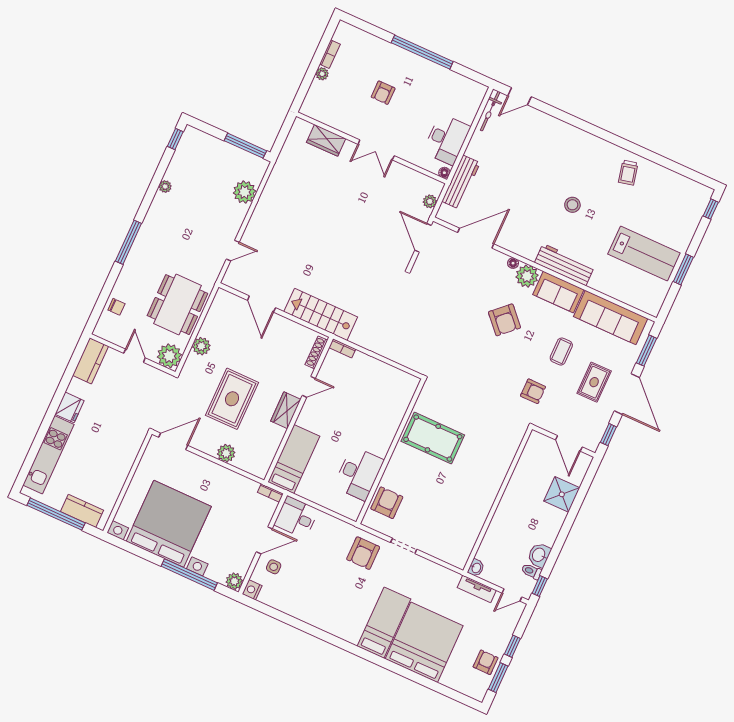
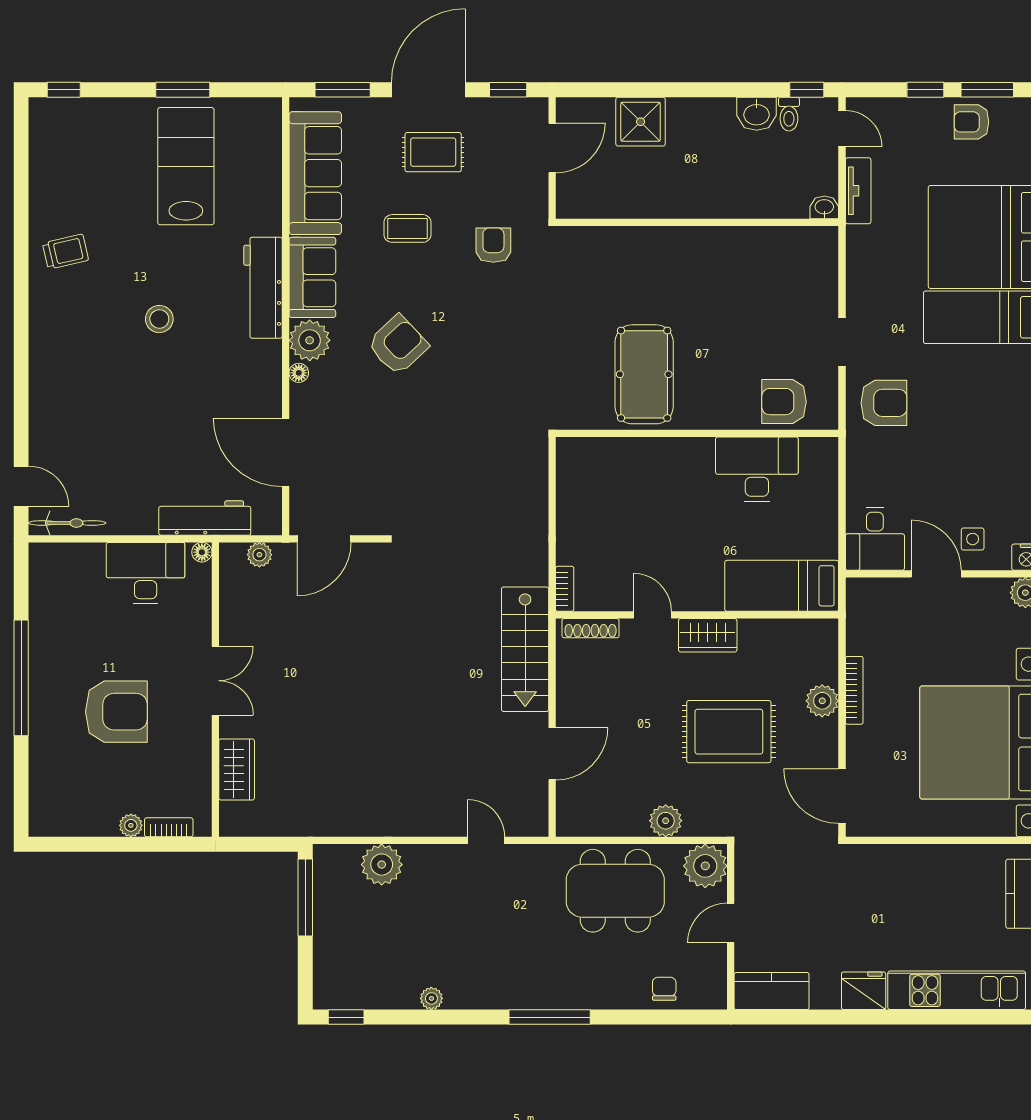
bookcase: (330, 54) -> (169, 827), moved
armchair: (383, 93) -> (116, 712), width x1.88, depth x1.88
bookcase: (270, 493) -> (854, 690), moved, width x1.56

